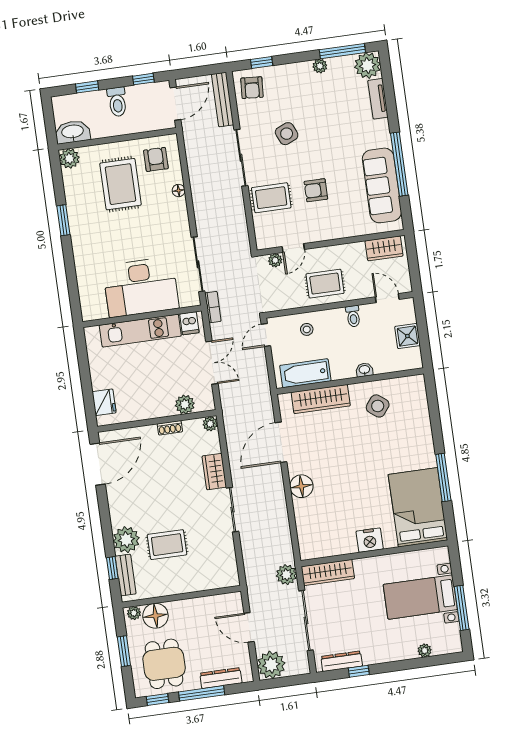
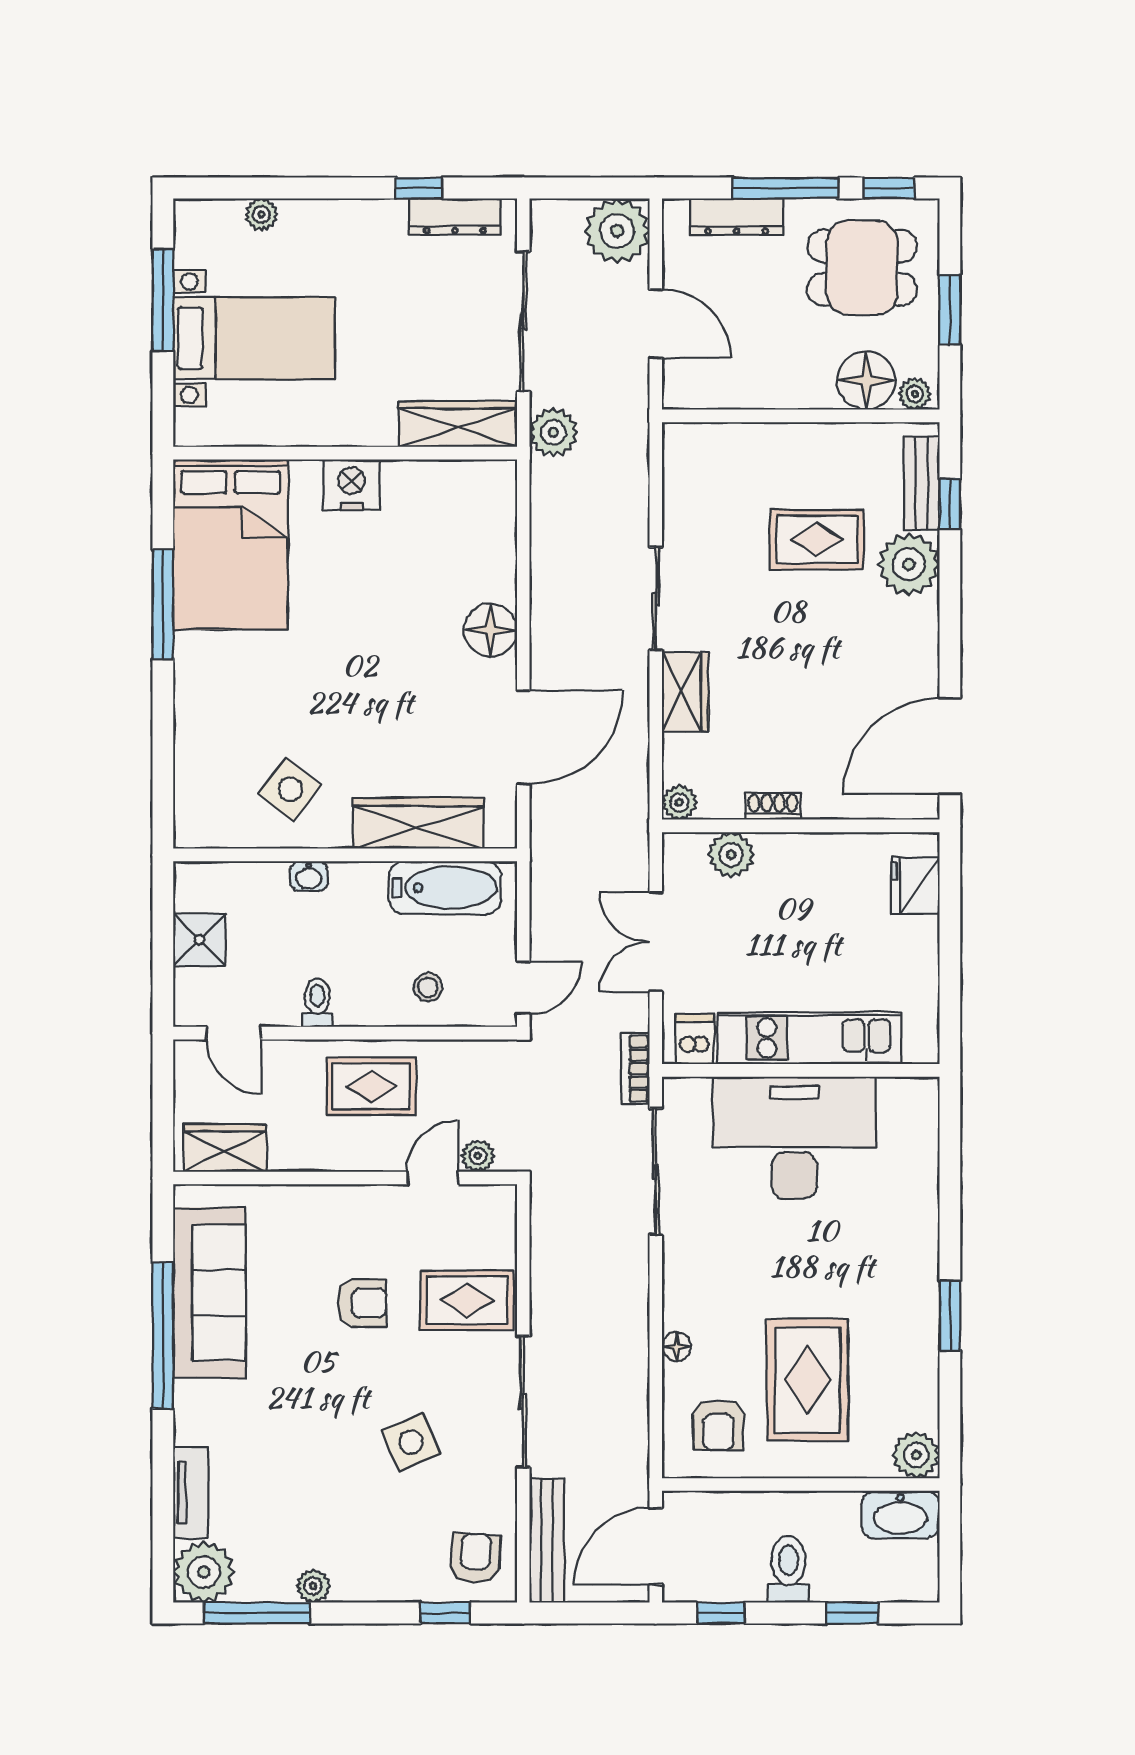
dining table: (164, 664) -> (862, 268), turned 90

